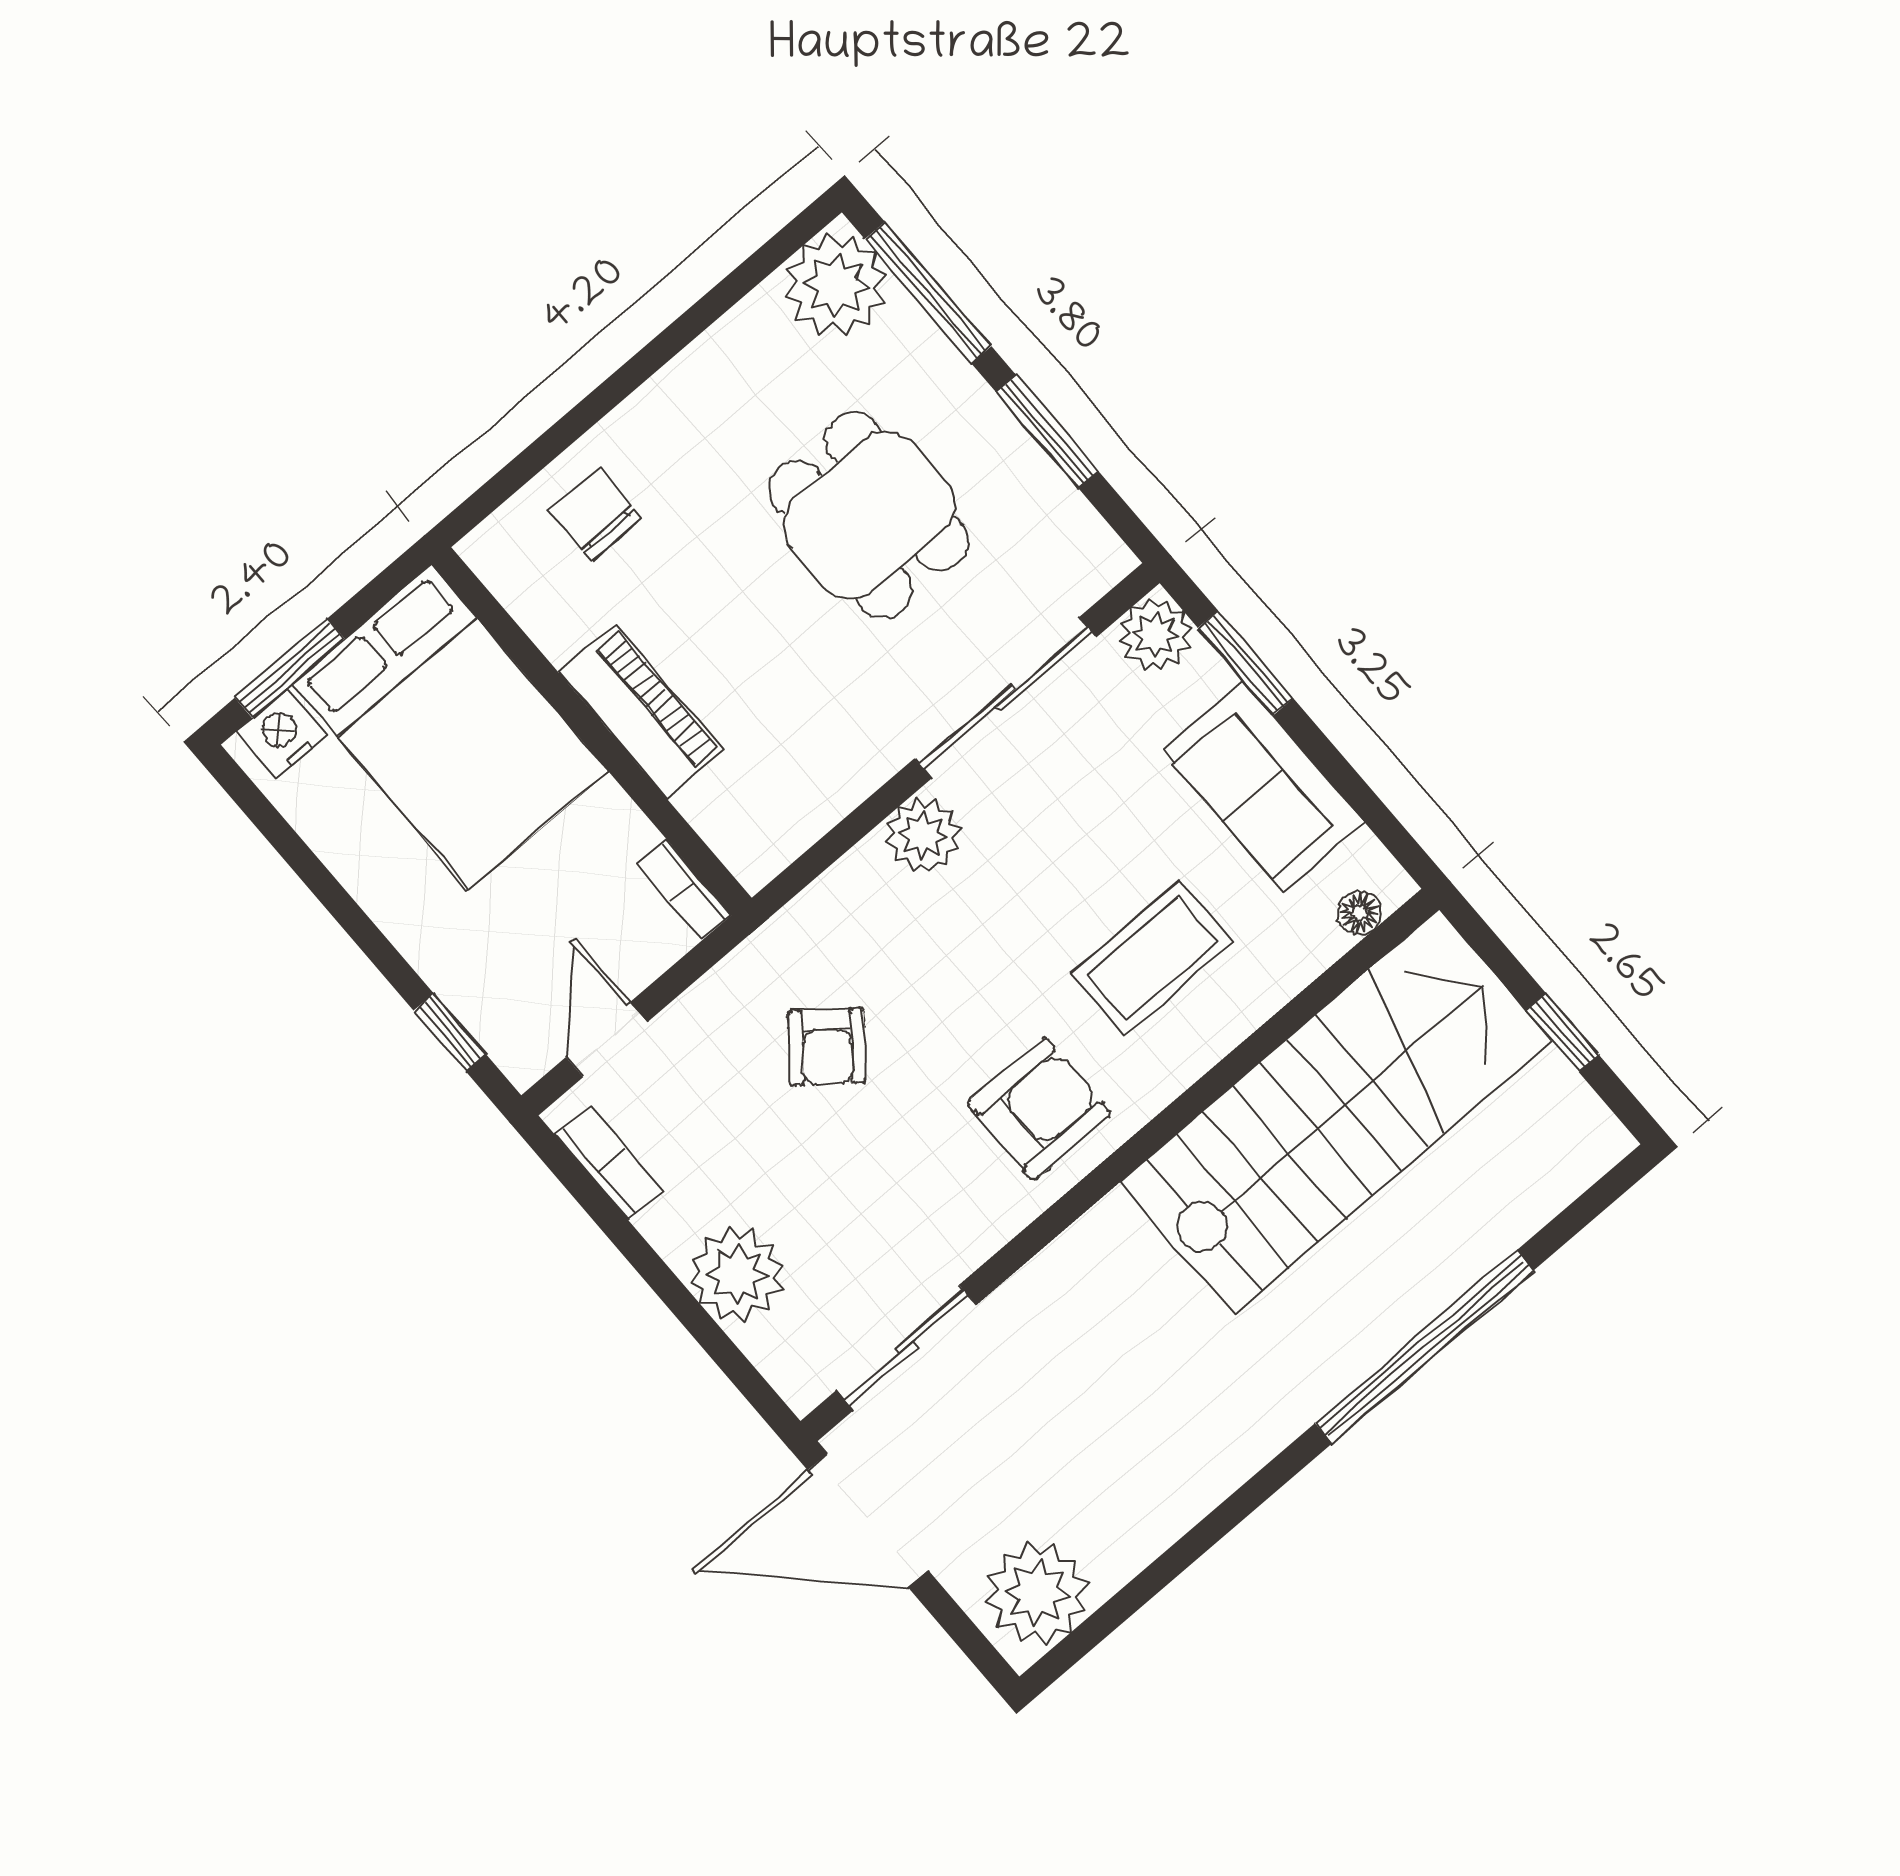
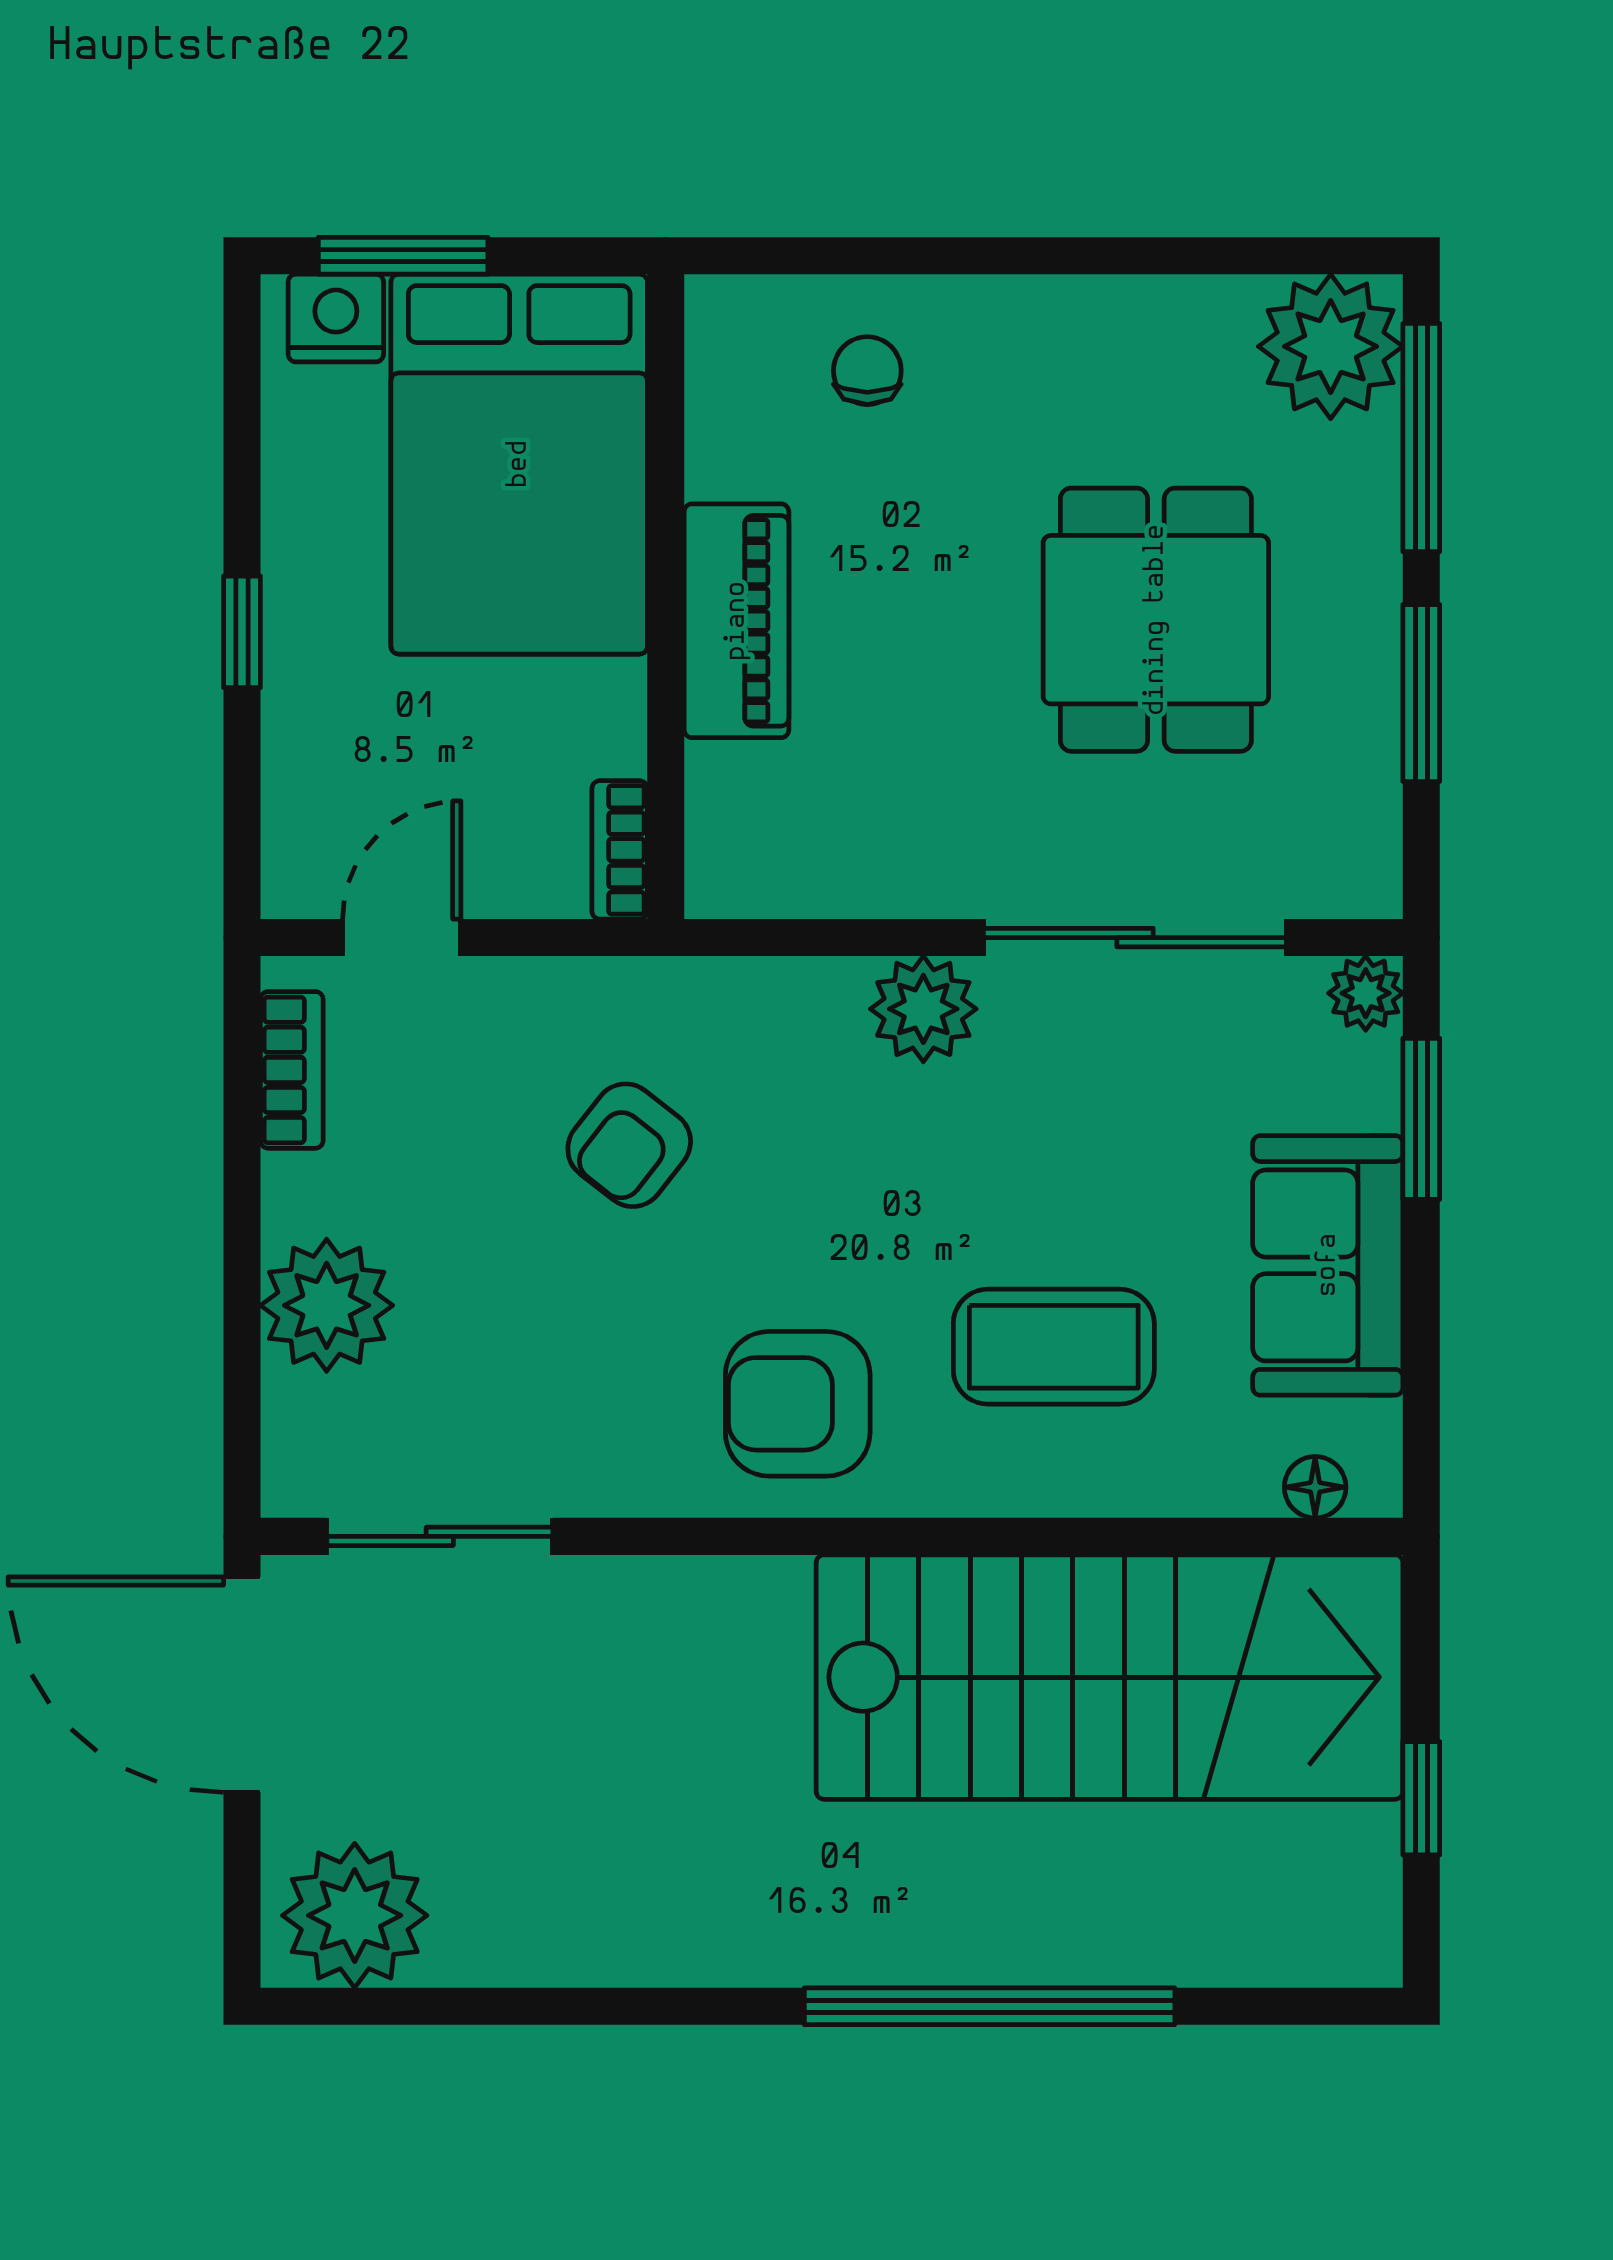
chair: (596, 514) -> (867, 371), width x0.73, depth x0.73
plant: (1156, 635) -> (1366, 993), width x0.73, depth x0.73
window: (450, 1032) -> (242, 632), moved
armchair: (1039, 1109) -> (798, 1404), turned 180

